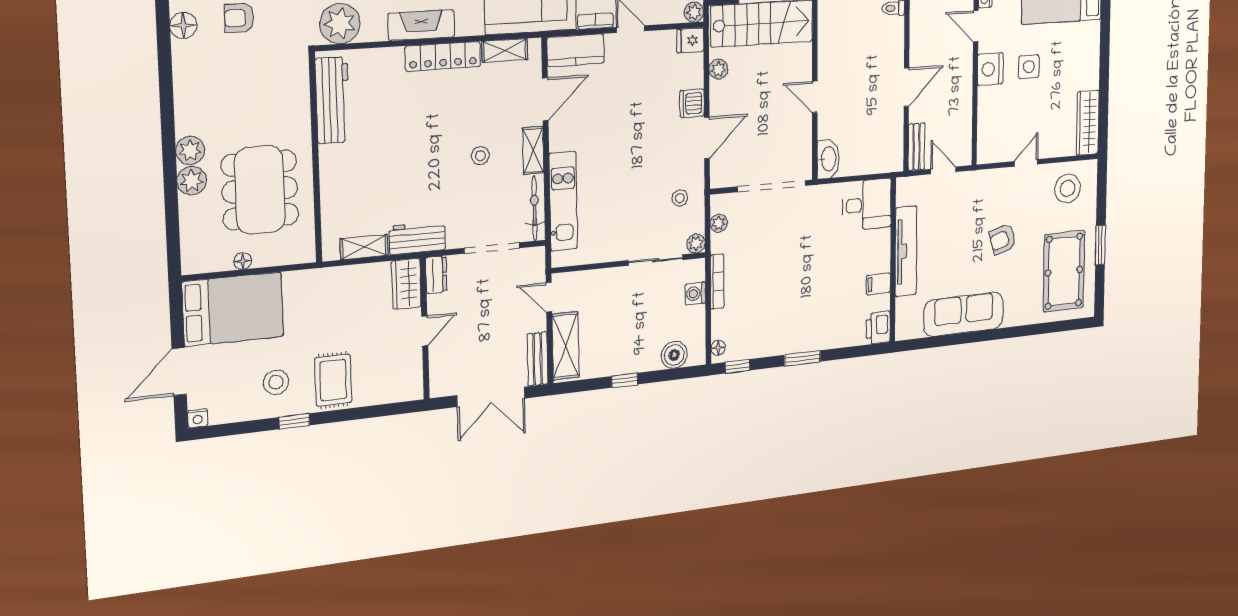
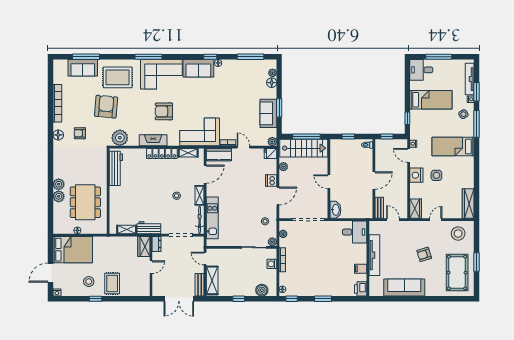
wardrobe: (988, 142) -> (416, 209), added

